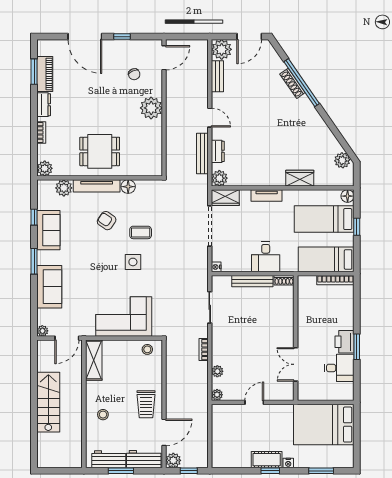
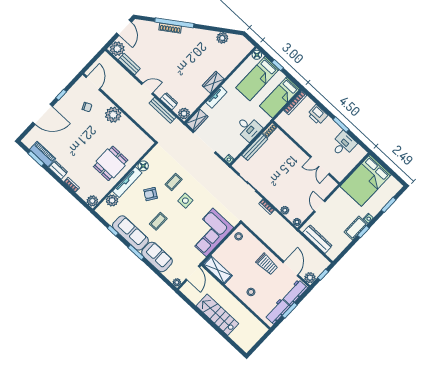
plant: (342, 160) -> (222, 38), moved
wardrobe: (300, 178) -> (213, 82), moved
sofa: (48, 230) -> (130, 233), width x1.36
coffee table: (87, 254) -> (158, 221), added
printer: (345, 342) -> (318, 115), moved
dresser: (219, 431) -> (317, 239), added

